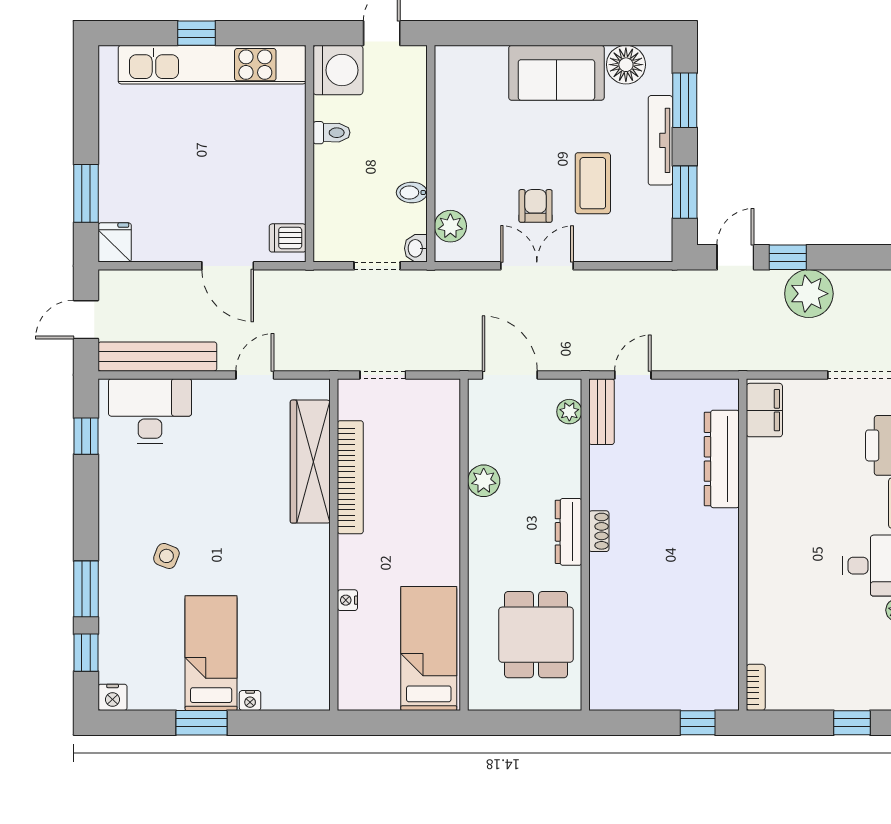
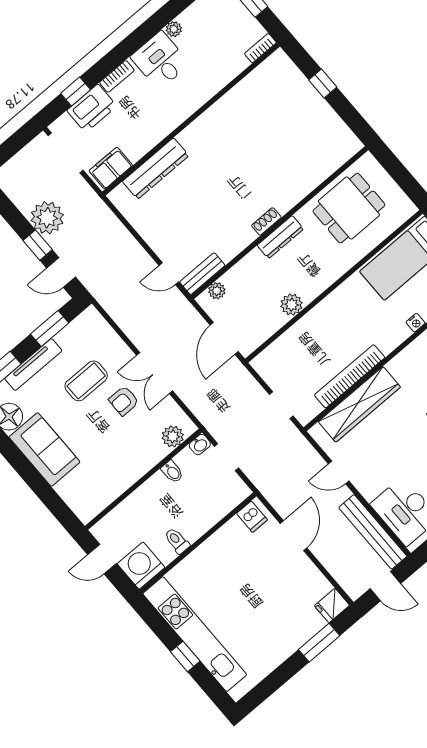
filing cabinet: (764, 410) -> (111, 168), moved
dresser: (722, 459) -> (156, 169), moved
wall: (743, 545) -> (191, 119), moved
bookcase: (756, 687) -> (260, 48), moved

